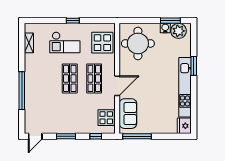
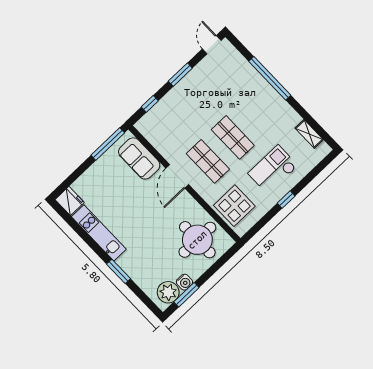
kitchen unit: (185, 87) -> (99, 233), width x0.73
display table: (106, 118) -> (157, 133), removed

